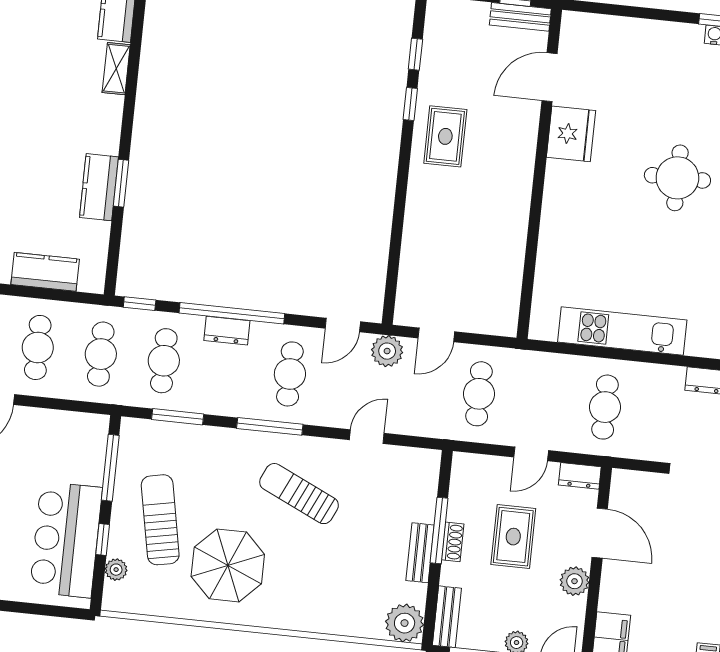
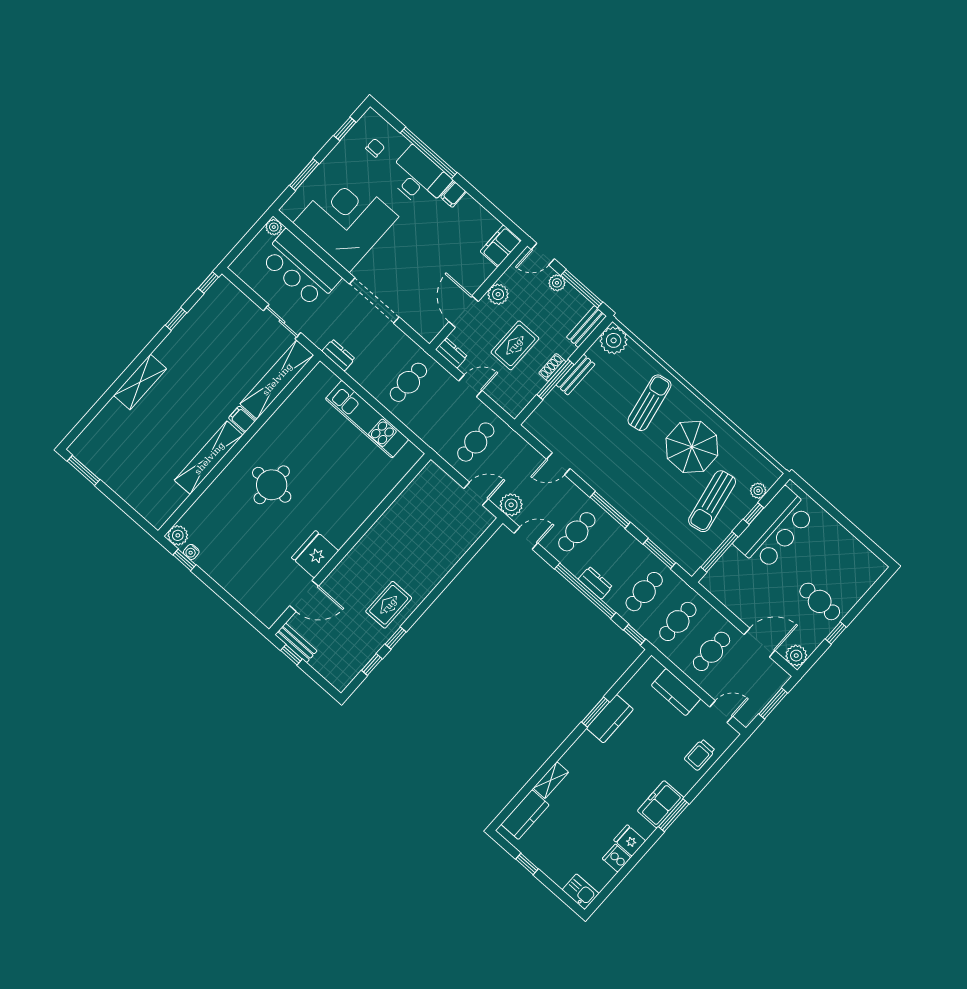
sun lounger: (299, 494) -> (649, 403), moved, turned -126

